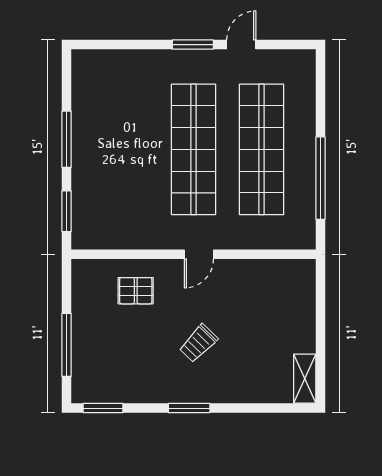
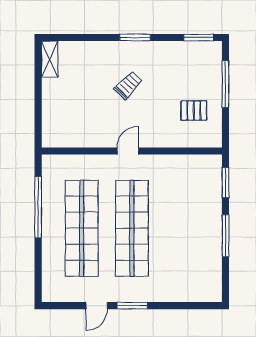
pallet: (136, 291) -> (194, 111), moved

